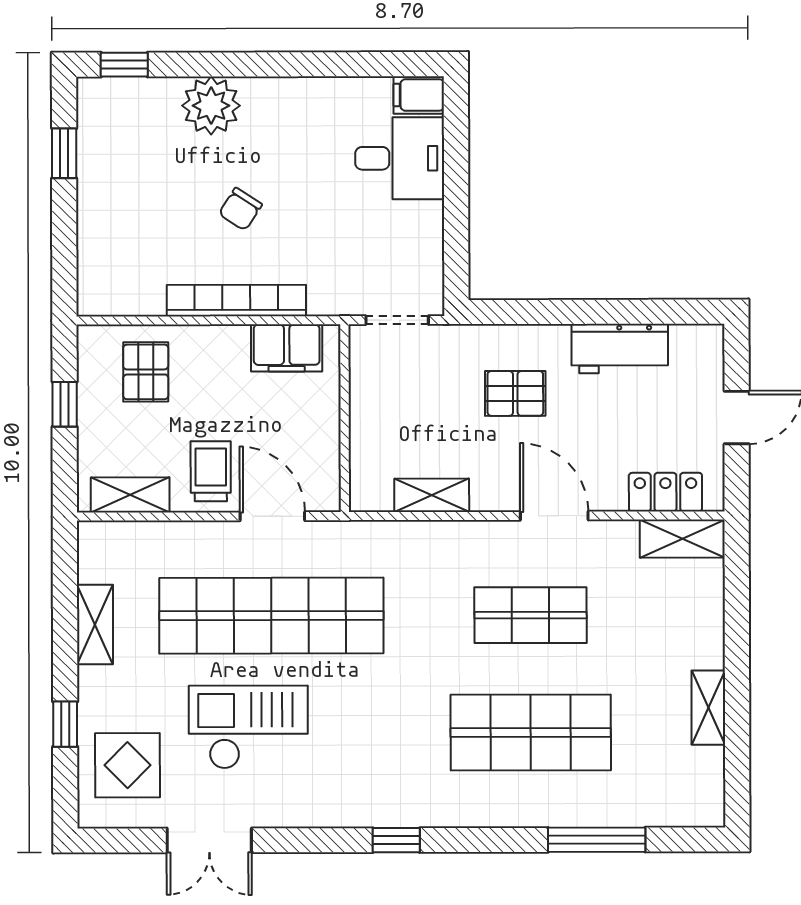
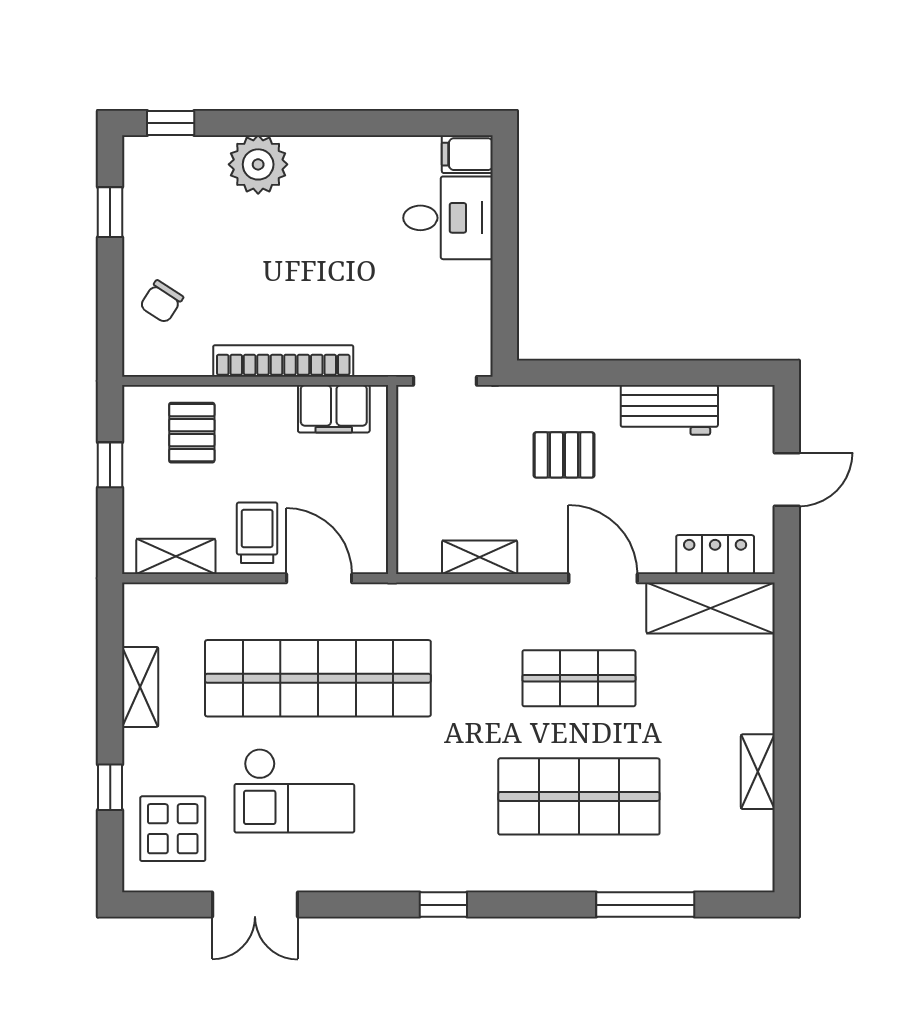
chair: (240, 209) -> (162, 302), moved
shelving: (682, 539) -> (711, 608), width x1.50, depth x1.33
checkout: (248, 727) -> (294, 791), turned 180

